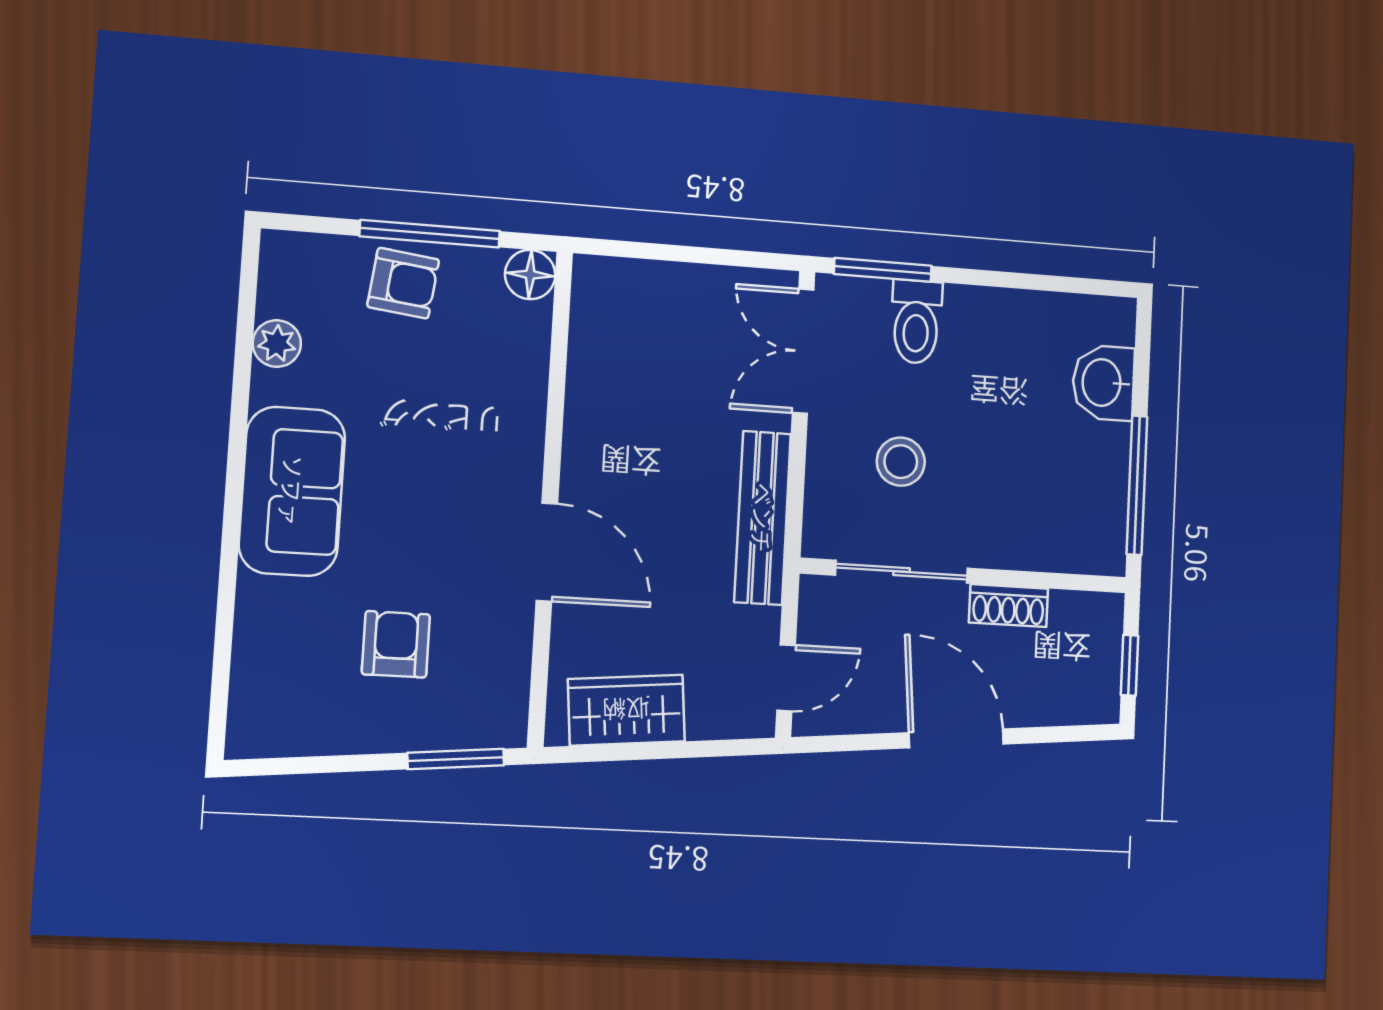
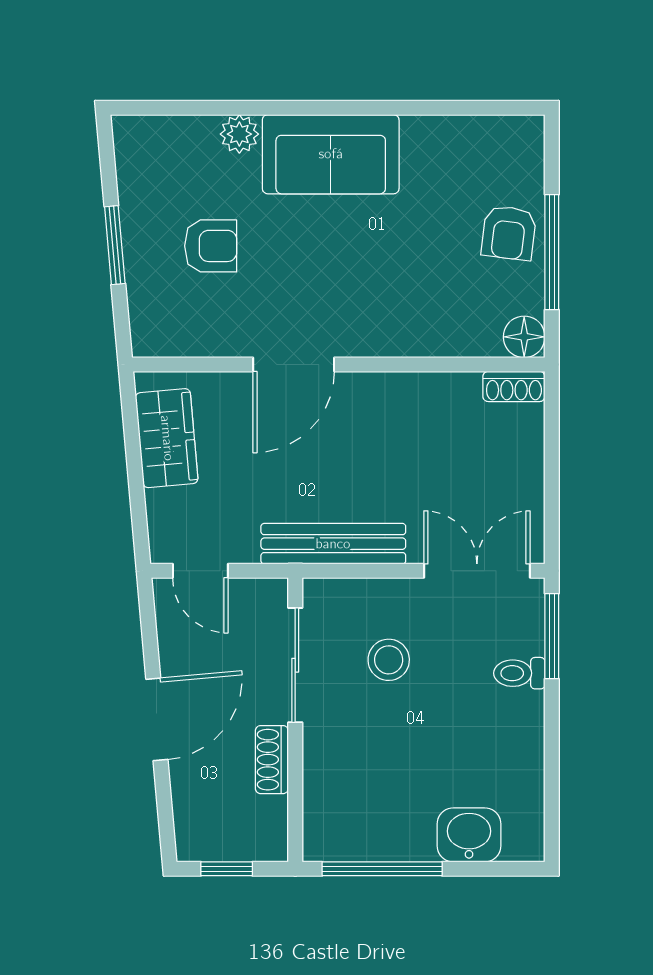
shoe rack: (589, 291) -> (514, 386), added
toilet: (916, 322) -> (519, 673), width x0.73, depth x0.72
plant: (277, 344) -> (239, 134), moved
window: (456, 759) -> (115, 245), moved

